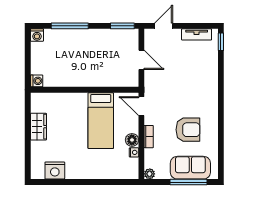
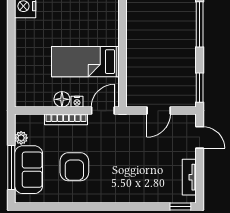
bookcase: (149, 137) -> (66, 119), width x1.56
nightstand: (134, 152) -> (77, 102), moved
plant: (150, 174) -> (21, 138), moved

